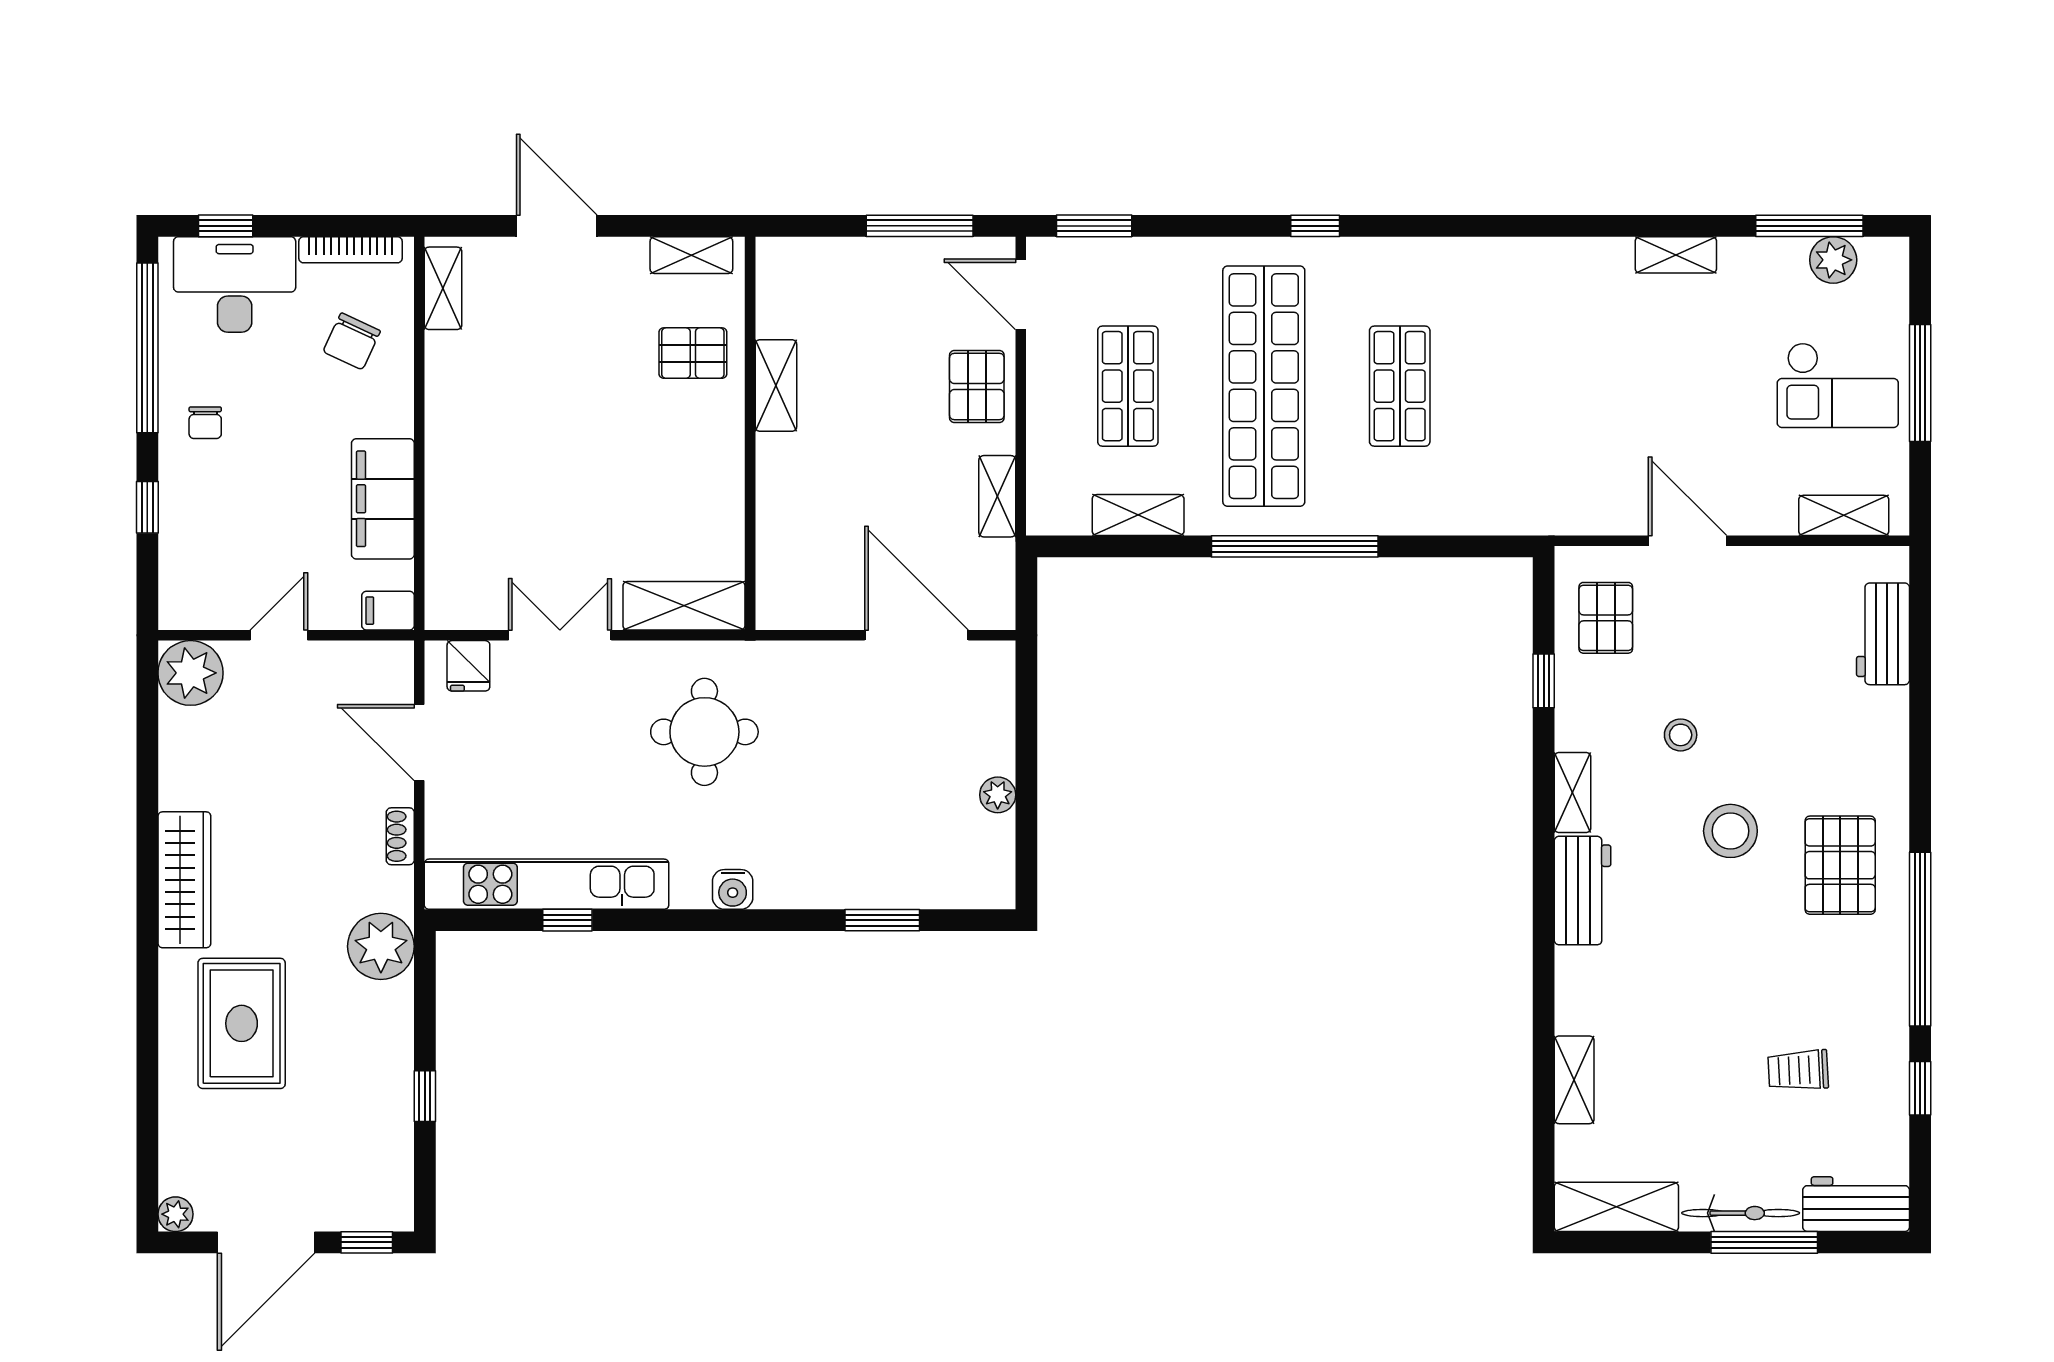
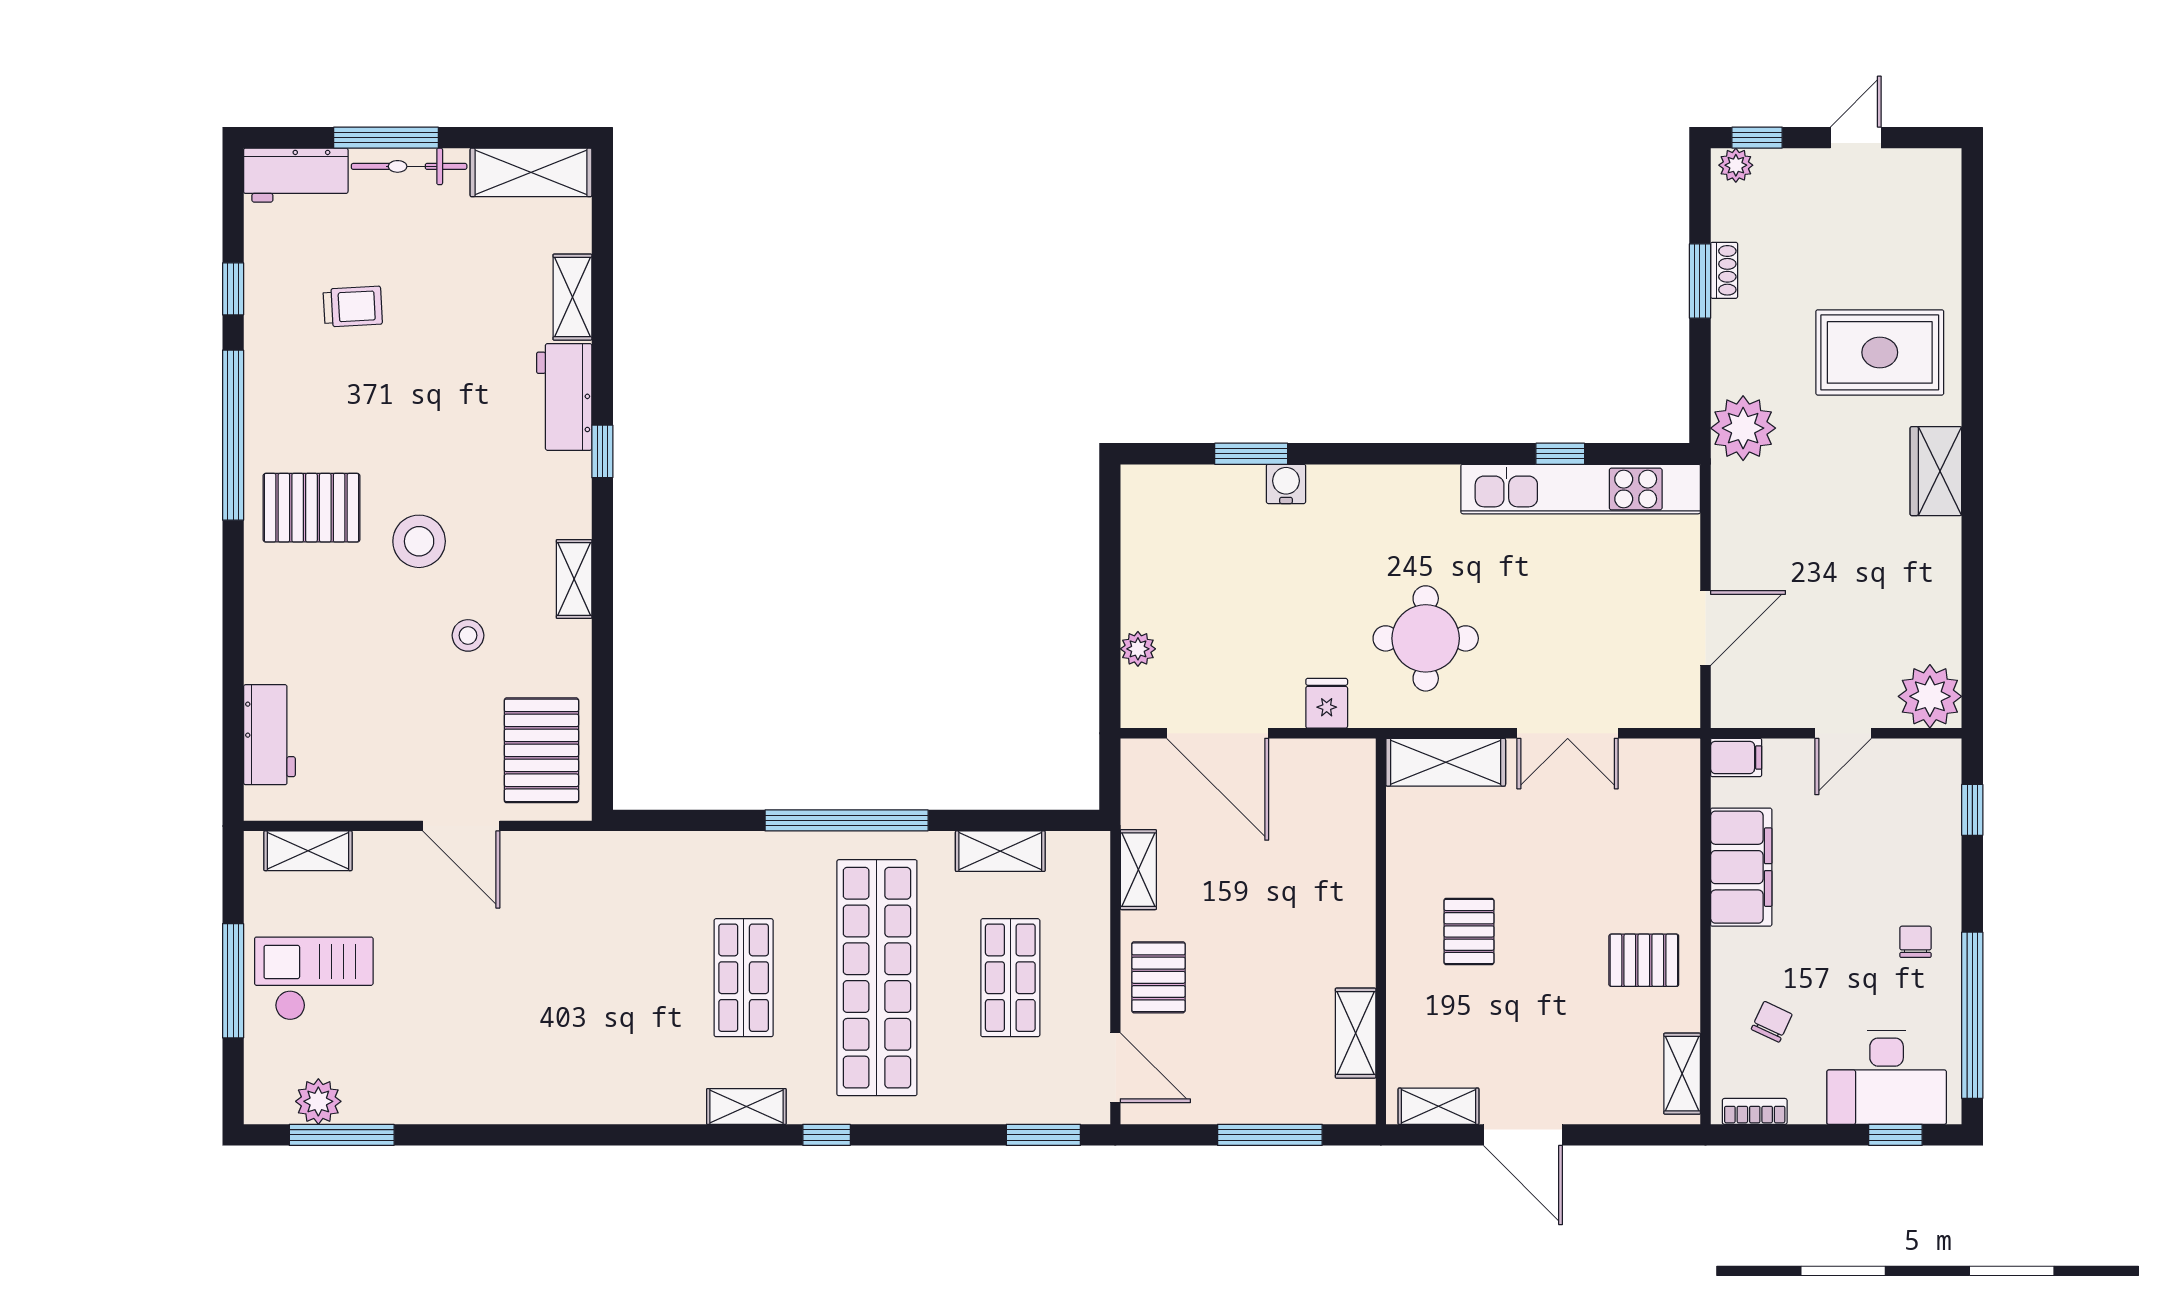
door: (557, 226) -> (1523, 1135), moved
window: (920, 226) -> (1270, 1135), moved
bookcase: (350, 250) -> (1755, 1111), width x0.64
shelving: (1676, 255) -> (746, 1106), moved
chair: (352, 341) -> (1772, 1022), width x0.73, depth x0.73
pallet: (693, 353) -> (1469, 931), moved, turned 90
shelving: (776, 386) -> (1356, 1033), moved
pallet: (482, 404) -> (1644, 960), added
window: (147, 507) -> (1972, 810), moved
pallet: (1606, 618) -> (541, 750), width x1.50, depth x1.42
fridge: (468, 666) -> (1327, 703), moved
window: (1544, 681) -> (602, 451), moved
door: (419, 743) -> (1705, 628), hinge flipped
plant: (998, 795) -> (1138, 649), moved
shoe rack: (400, 836) -> (1724, 270), moved
pallet: (1840, 865) -> (311, 508), turned 90
wardrobe: (184, 880) -> (1936, 471), width x0.67
water cooler: (733, 889) -> (1286, 484), moved
workbench: (1583, 891) -> (564, 397), moved
rug: (242, 1023) -> (1880, 352), turned 90
window: (425, 1096) -> (1700, 281), width x1.50
plant: (175, 1214) -> (1736, 165), moved
door: (266, 1242) -> (1856, 138), width x0.53

